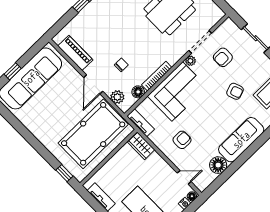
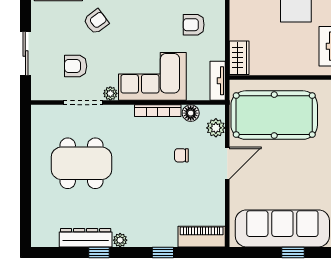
piano: (75, 53) -> (202, 237), moved, turned 90
armchair: (223, 57) -> (76, 66), turned 180
armchair: (235, 91) -> (96, 22), turned 73

